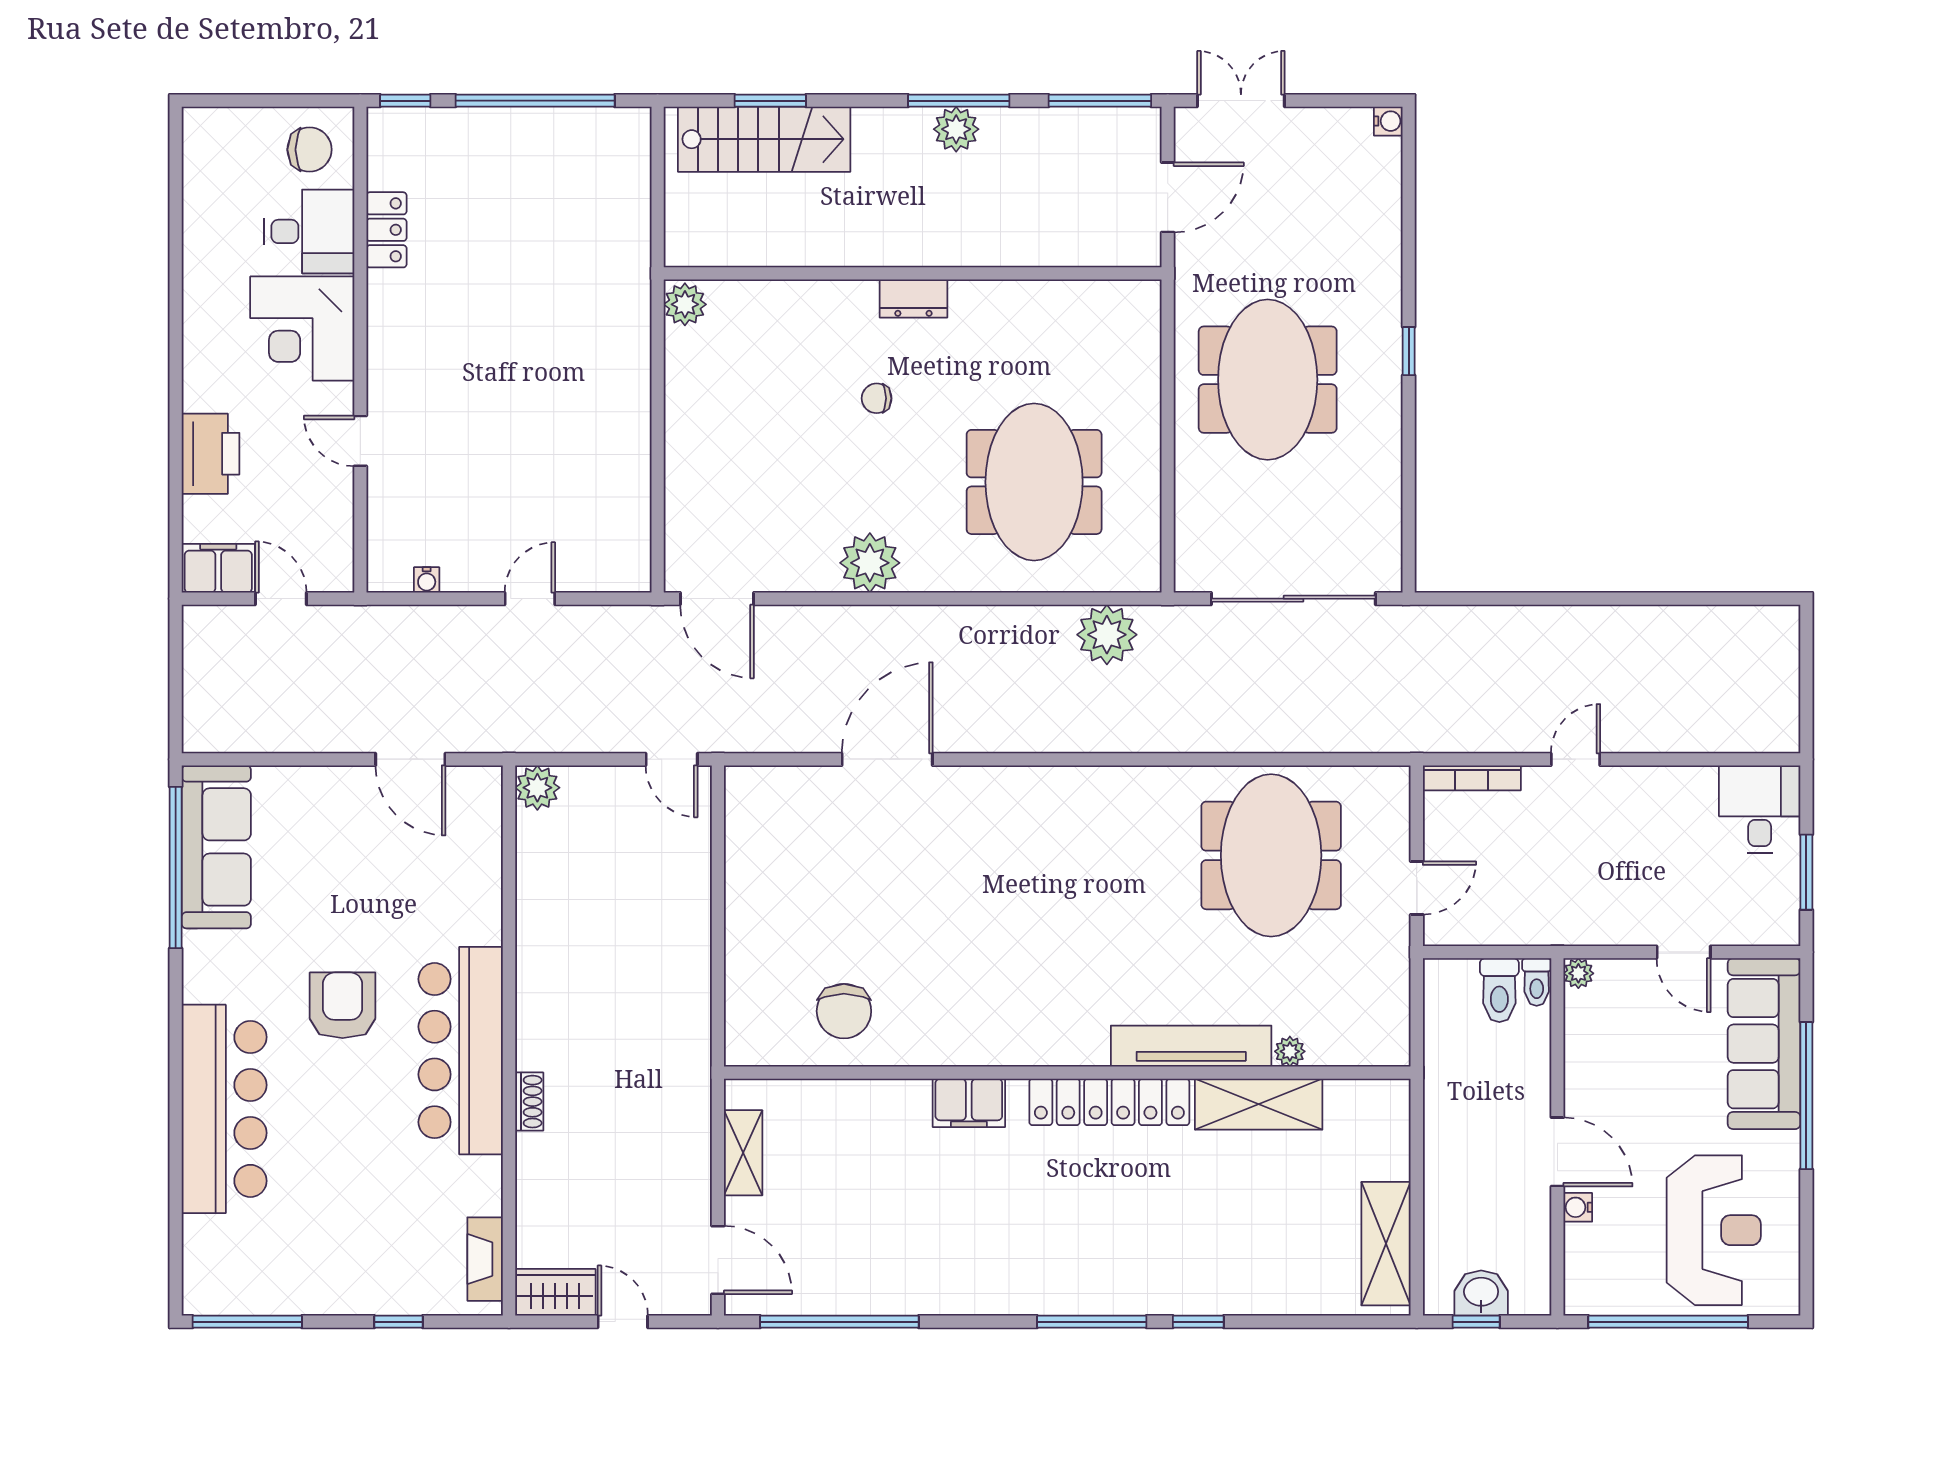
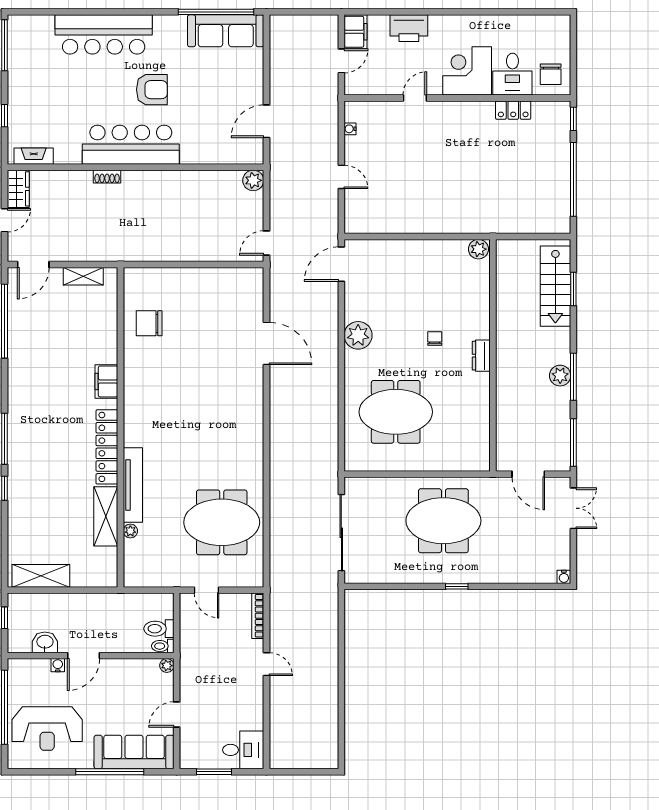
plant: (1107, 635) -> (325, 446), removed
washbasin: (1481, 1293) -> (45, 642), moved, turned -90

